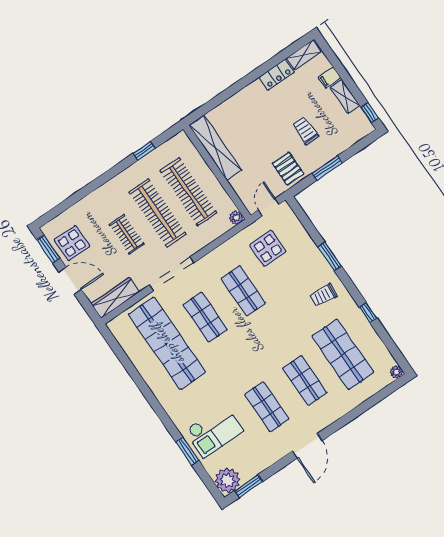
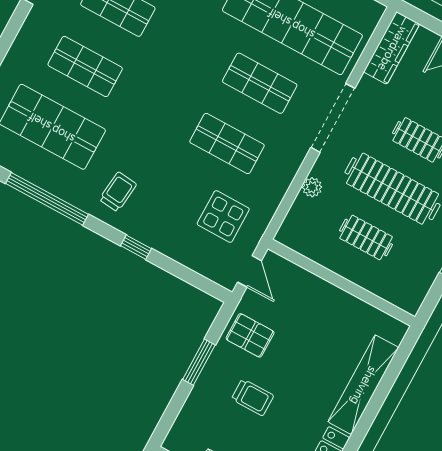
shelving: (215, 148) -> (363, 385), moved, turned 90
clothes rail: (188, 192) -> (366, 237), width x0.54, depth x0.76
plant: (236, 218) -> (312, 187), moved
window: (330, 256) -> (136, 247), width x0.67
window: (368, 313) -> (47, 199), width x3.17

